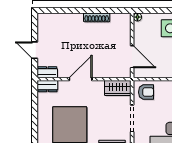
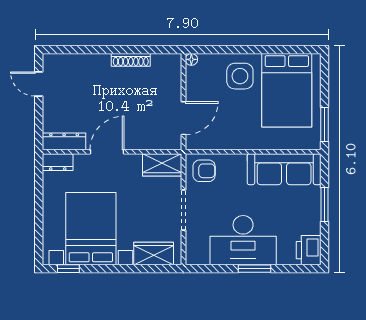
door: (35, 50) -> (39, 84), moved
door: (132, 57) -> (183, 118), hinge flipped
dresser: (47, 72) -> (64, 141), width x1.44

